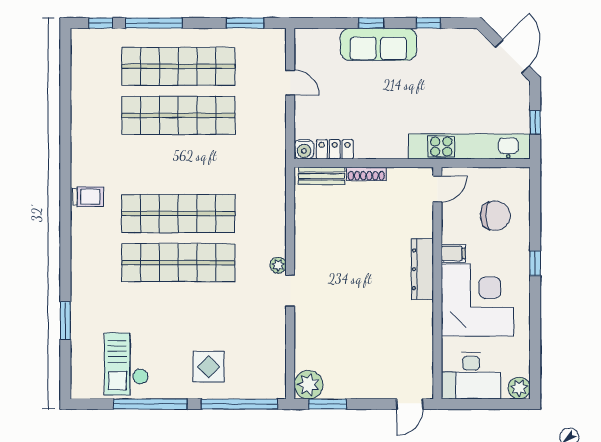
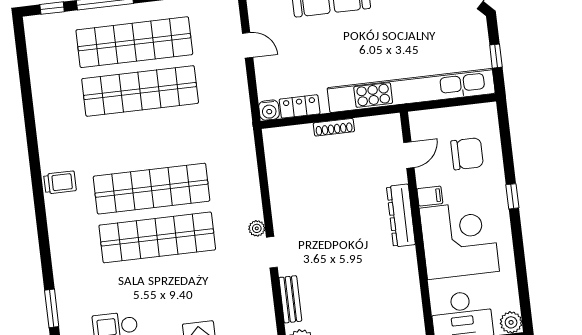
kitchen unit: (469, 147) -> (411, 91), width x1.36
bench: (322, 176) -> (290, 299), moved, turned 90
door: (437, 189) -> (409, 155), moved

